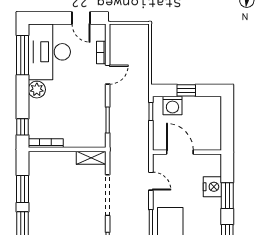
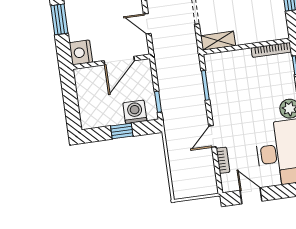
door: (180, 152) -> (119, 61), hinge flipped
nightstand: (212, 187) -> (81, 52), moved

